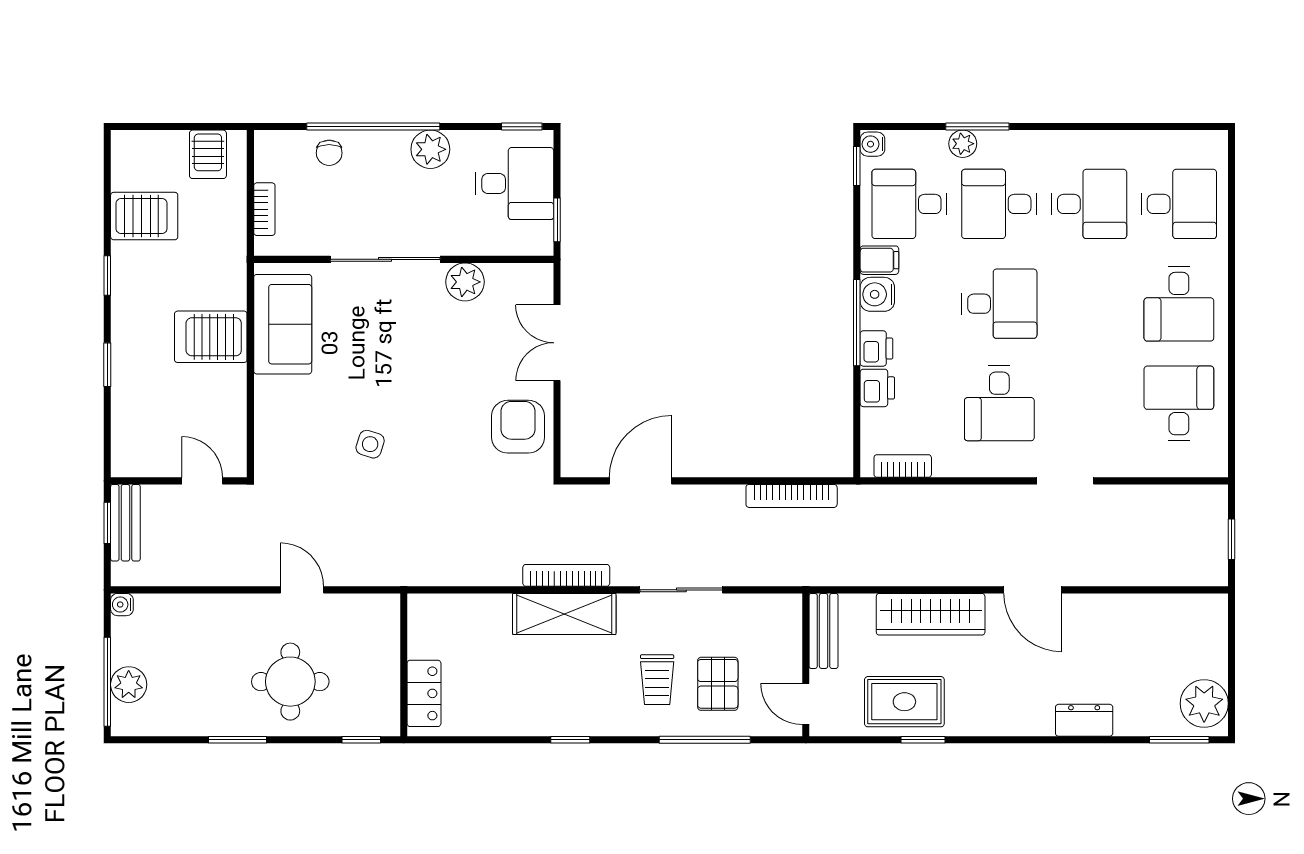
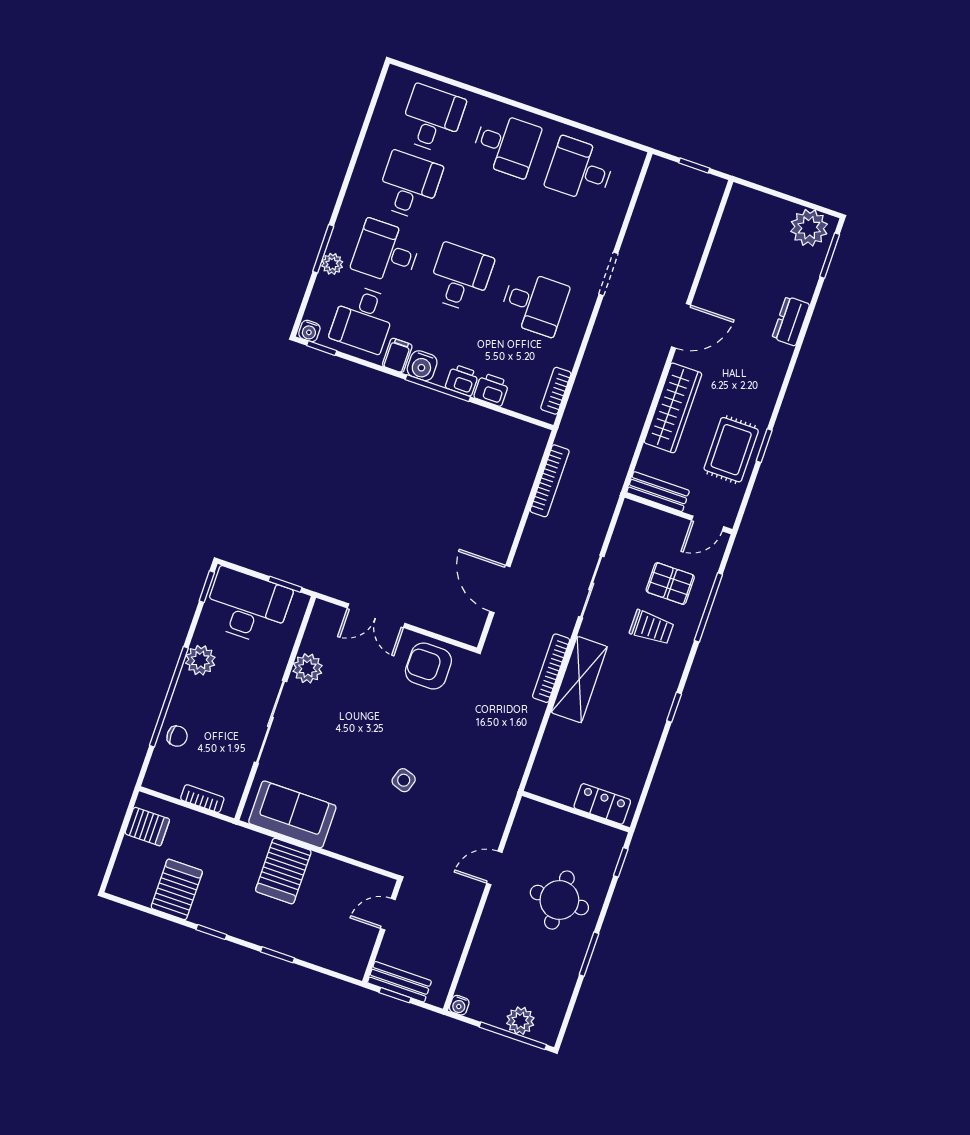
desk: (515, 184) -> (247, 606), width x1.37
desk: (999, 204) -> (386, 252), turned 90

